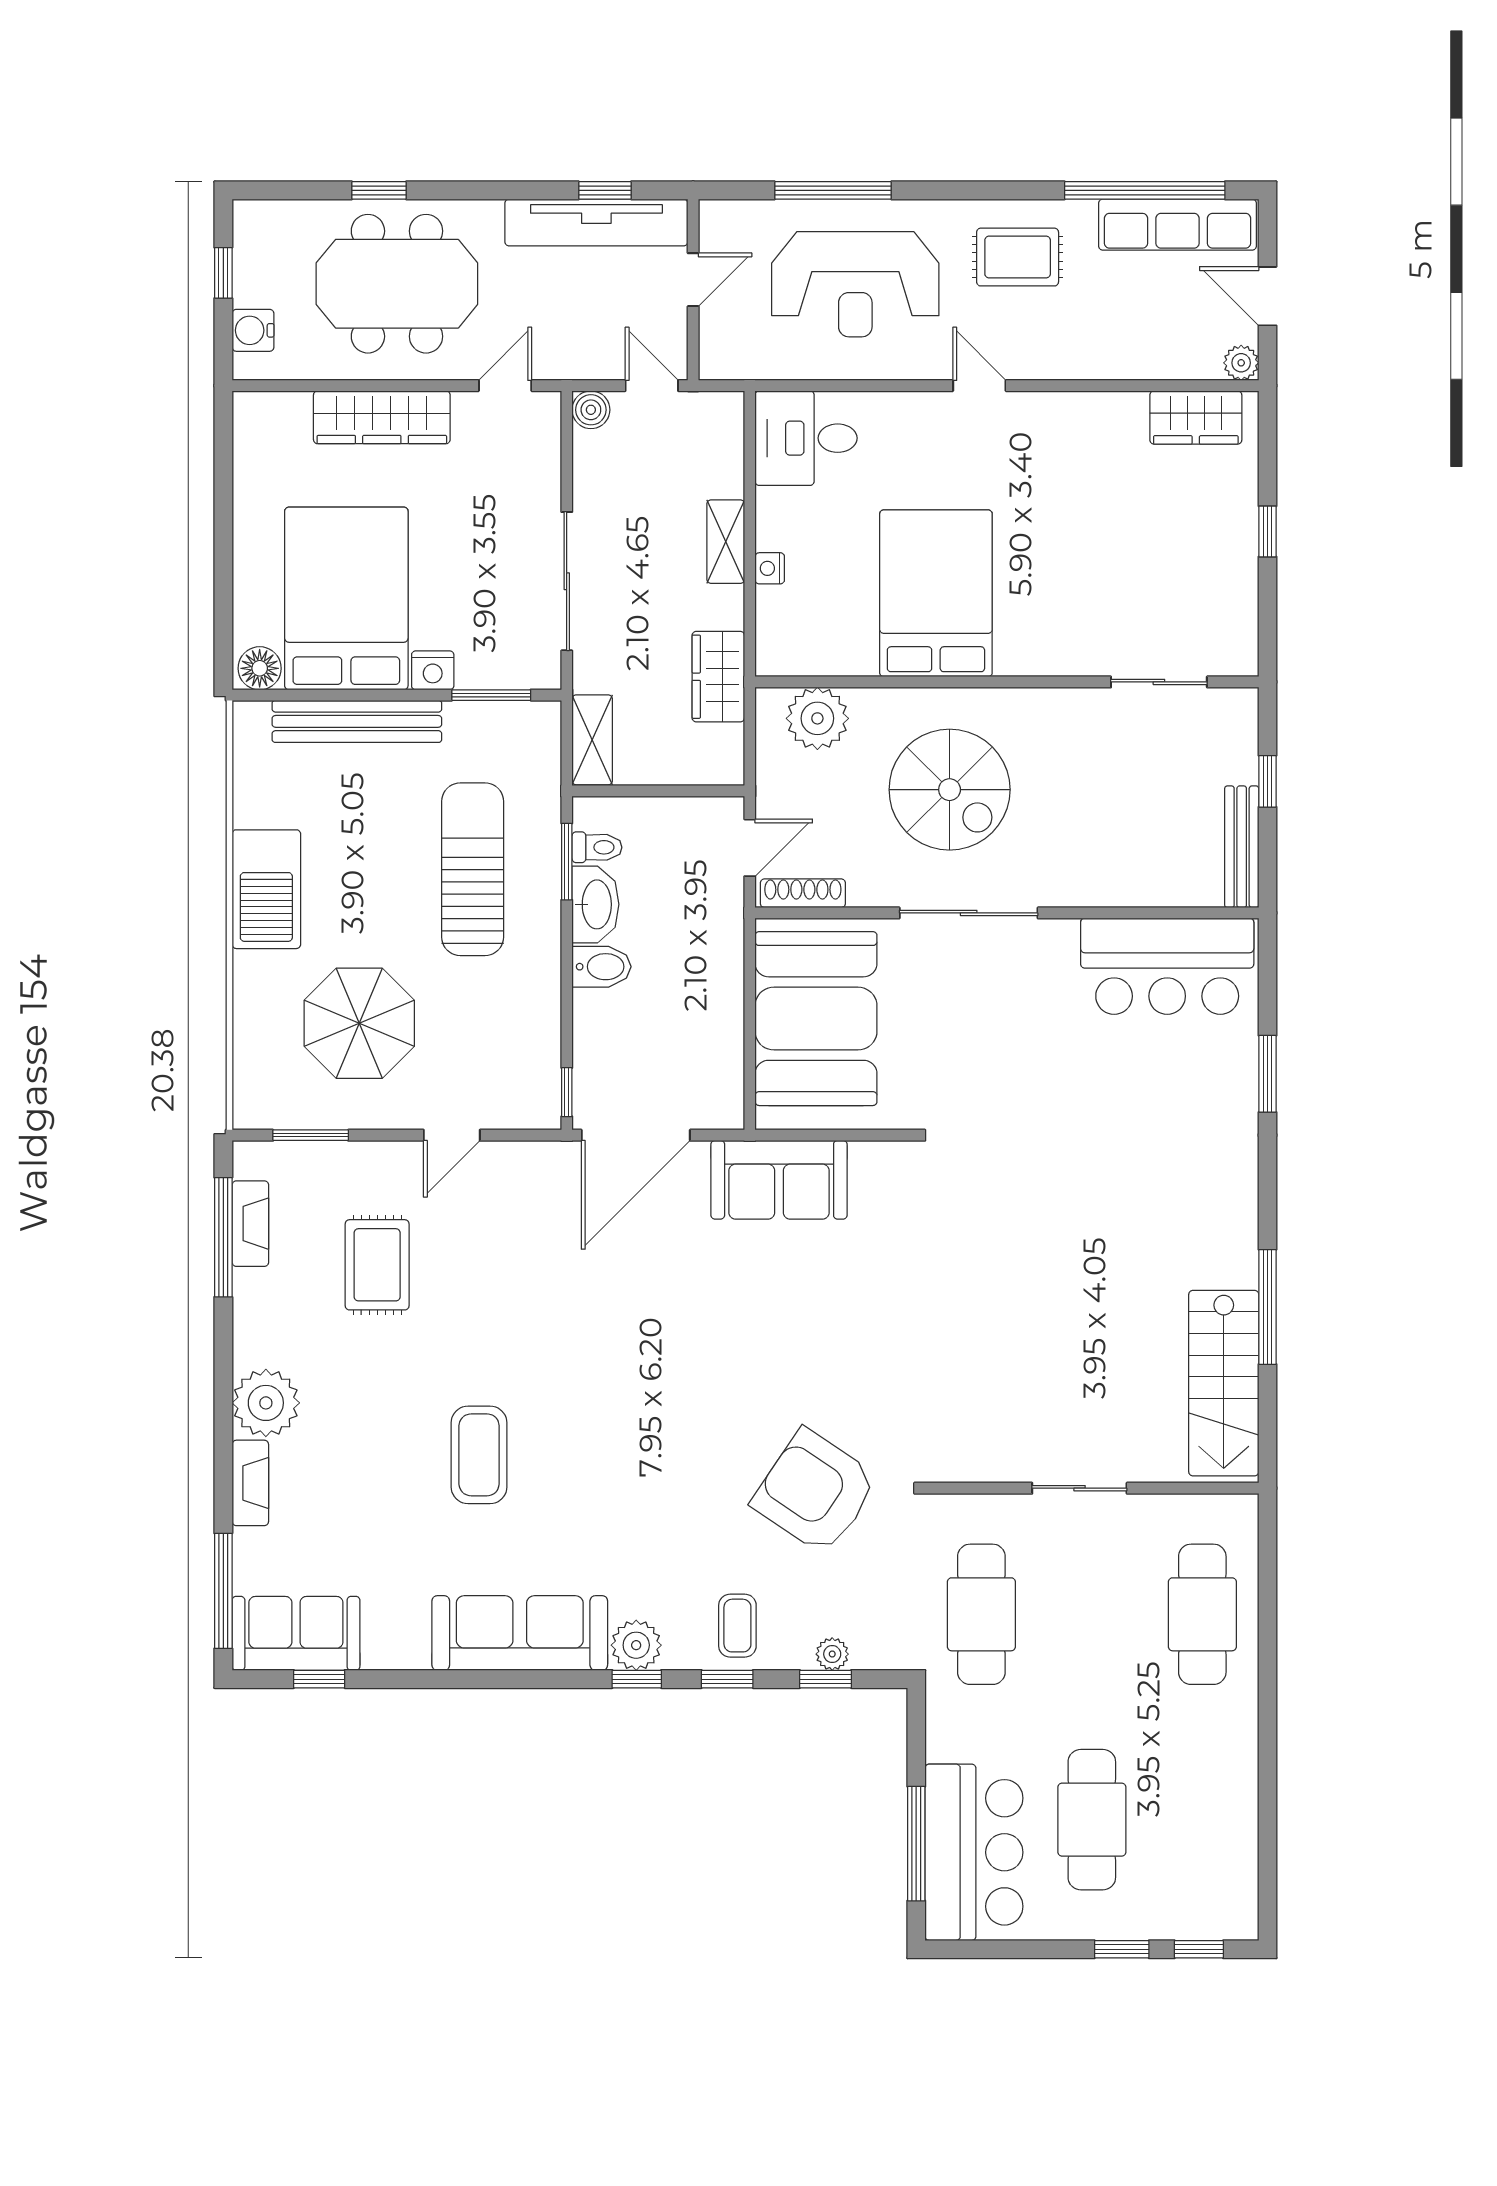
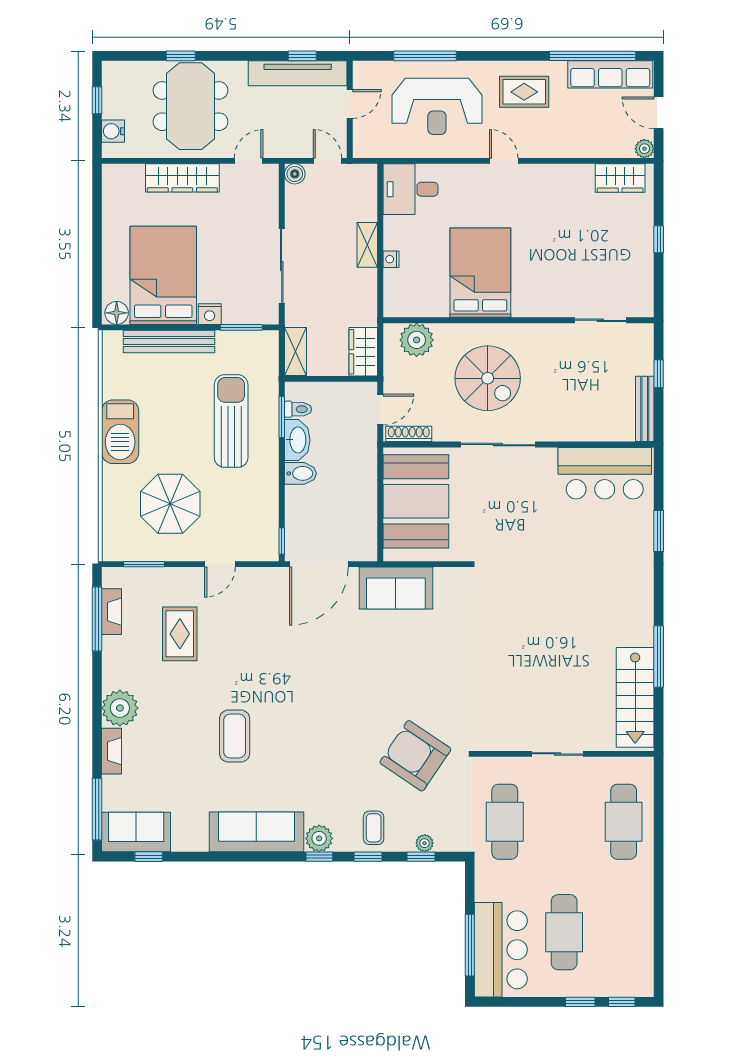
meeting table: (397, 284) -> (190, 106), turned 90
wardrobe: (718, 677) -> (363, 352), moved

